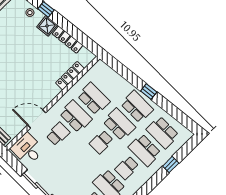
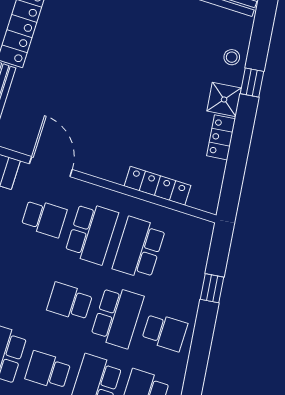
locker: (68, 40) -> (221, 137), width x0.66
window: (149, 91) -> (212, 288), moved
school desk: (94, 99) -> (139, 248), turned 180
school desk: (137, 107) -> (165, 332), width x0.54

